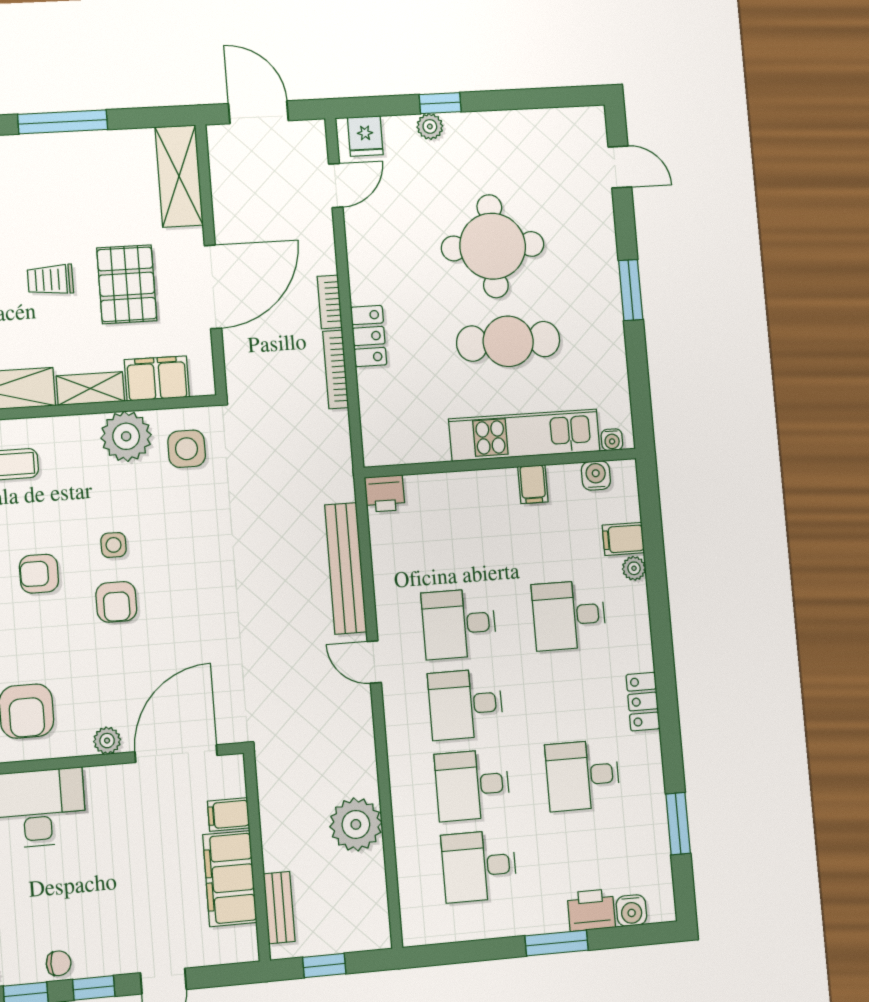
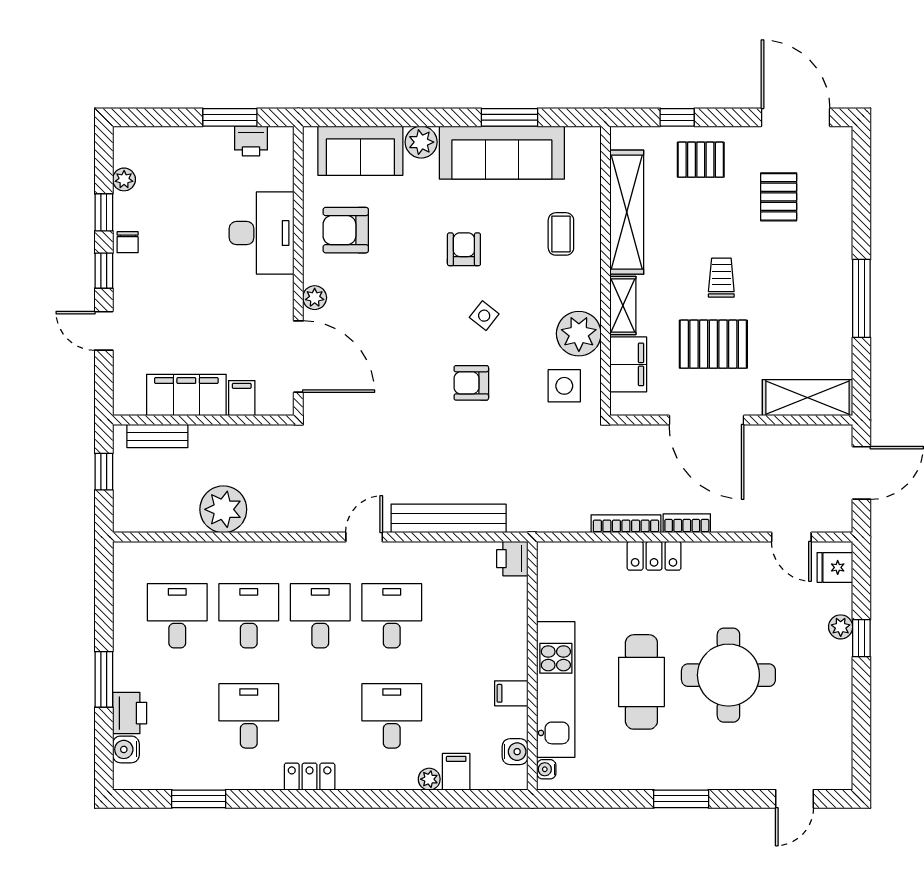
side table: (114, 545) -> (484, 316), turned 38
armchair: (116, 602) -> (471, 383), moved

